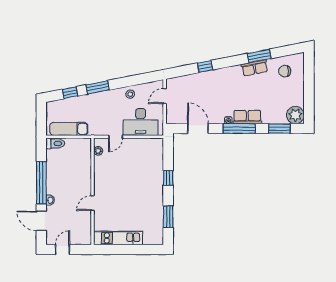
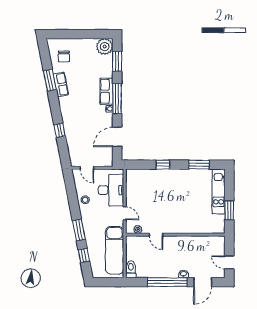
exam couch: (69, 129) -> (115, 250), width x1.36, depth x1.45
door: (93, 203) -> (156, 235), moved
kitchen unit: (118, 238) -> (219, 191), moved
window: (119, 249) -> (229, 210), added

